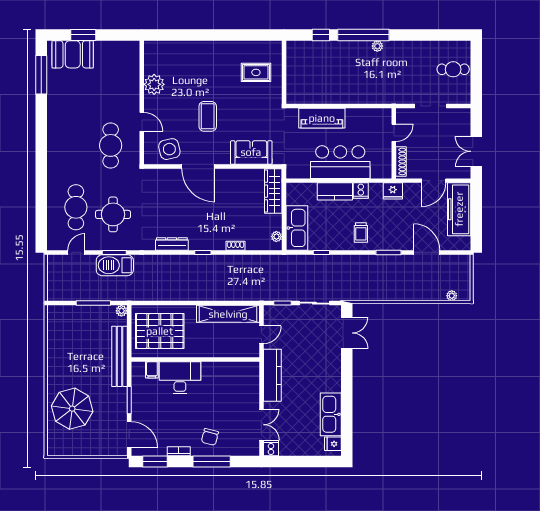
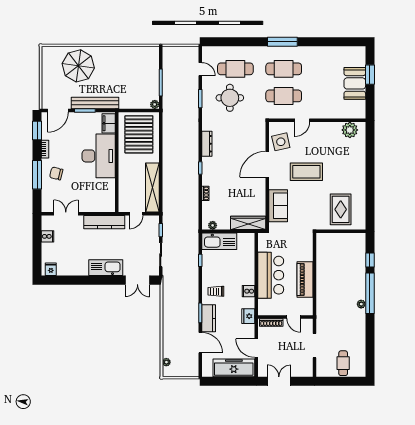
booth: (73, 54) -> (355, 83), moved
rug: (256, 72) -> (341, 209), width x1.36, depth x1.43
window: (41, 75) -> (282, 42), moved
plant: (154, 84) -> (350, 130), moved
coffee table: (208, 116) -> (306, 172), width x1.36, depth x1.32
piano: (322, 118) -> (305, 279), moved
cafe table: (76, 145) -> (284, 69), added
kitchen counter: (335, 191) -> (209, 318), moved, turned 180
door: (427, 252) -> (200, 343), hinge flipped
barbecue: (115, 265) -> (190, 99), removed
door: (261, 335) -> (136, 214), hinge flipped
bench: (120, 356) -> (95, 103), moved
filing cabinet: (152, 370) -> (109, 123), width x2.00
desk: (180, 378) -> (99, 156), width x1.36, depth x1.30
kitchen sink: (331, 414) -> (106, 268), moved
double door: (261, 425) -> (66, 214), swing flipped
cooker: (271, 448) -> (48, 236), moved

